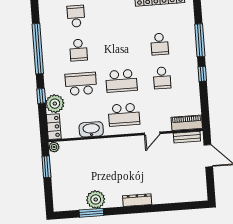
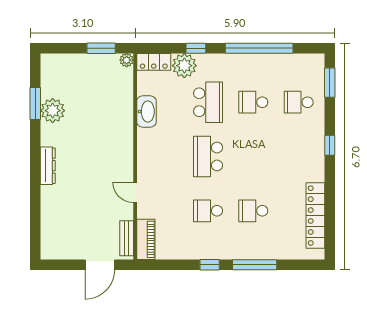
school desk: (76, 16) -> (299, 102), turned 180
school desk: (124, 115) -> (163, 157), removed

